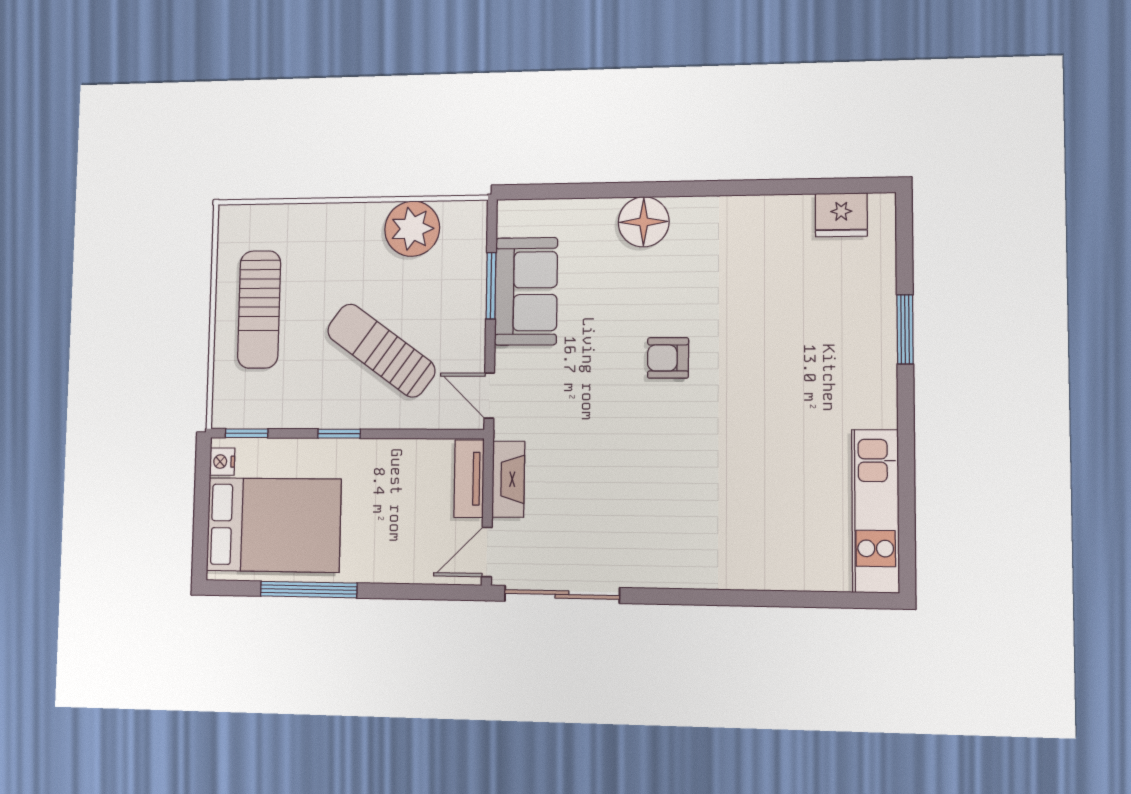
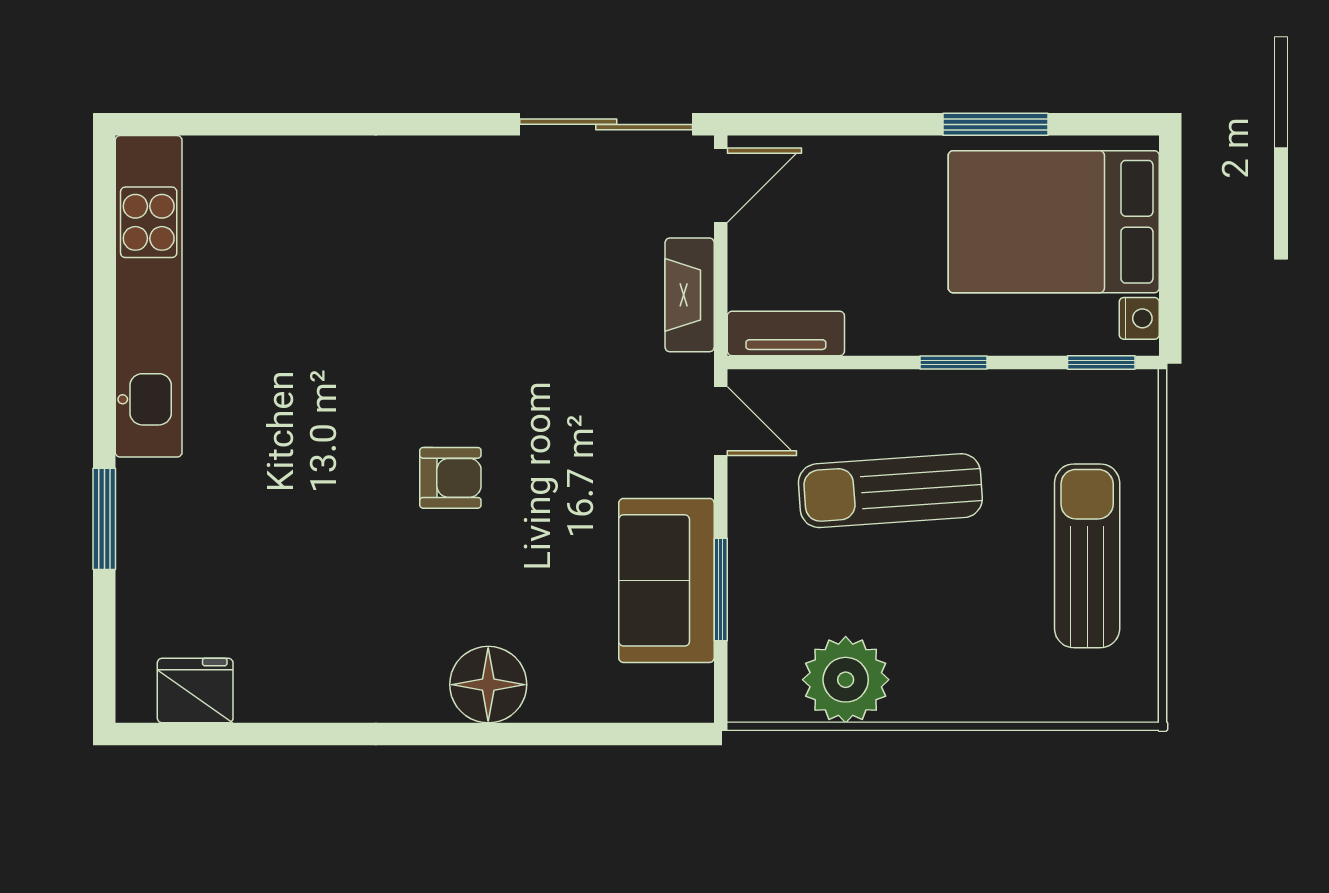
sun lounger: (381, 350) -> (890, 491), turned 140
tv unit: (469, 479) -> (786, 333), moved, turned -90
kitchen unit: (875, 511) -> (149, 296), width x1.36
window: (309, 590) -> (995, 124), width x0.69

